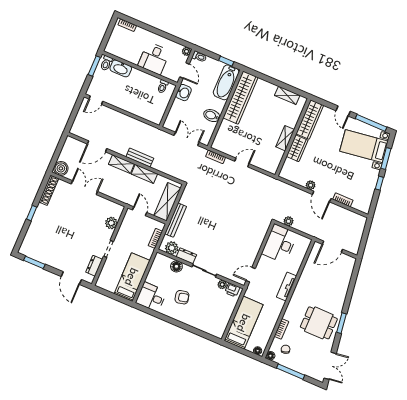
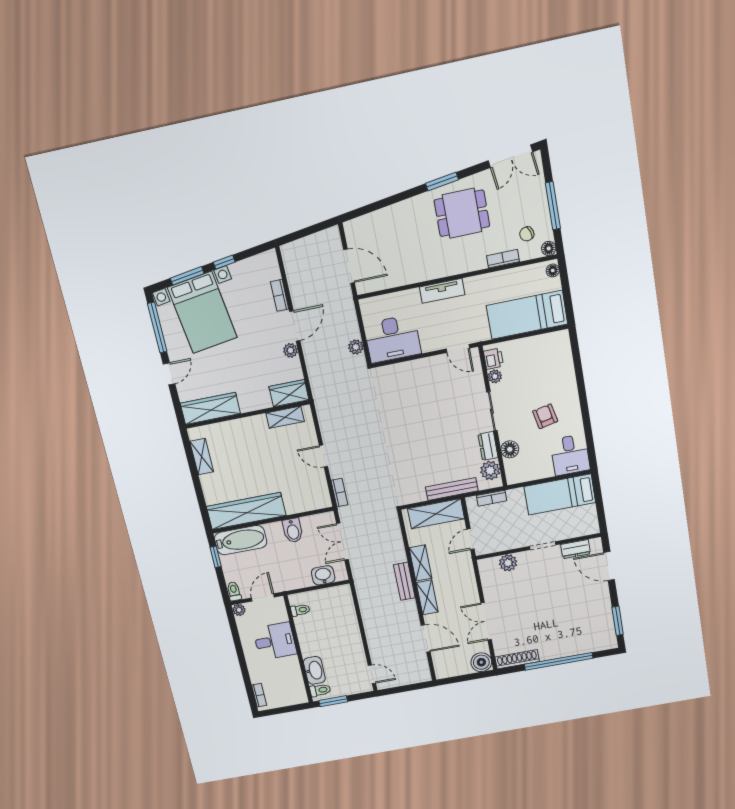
washbasin: (184, 93) -> (323, 575), moved
shelving: (285, 138) -> (285, 417), moved
bed with nightstands: (364, 146) -> (202, 313), width x1.36
wardrobe: (297, 148) -> (289, 393), moved
window: (32, 213) -> (559, 661), width x3.17
door: (71, 278) -> (609, 566), swing flipped
dining table: (319, 323) -> (462, 213), turned 90
double door: (330, 366) -> (510, 156), swing flipped

